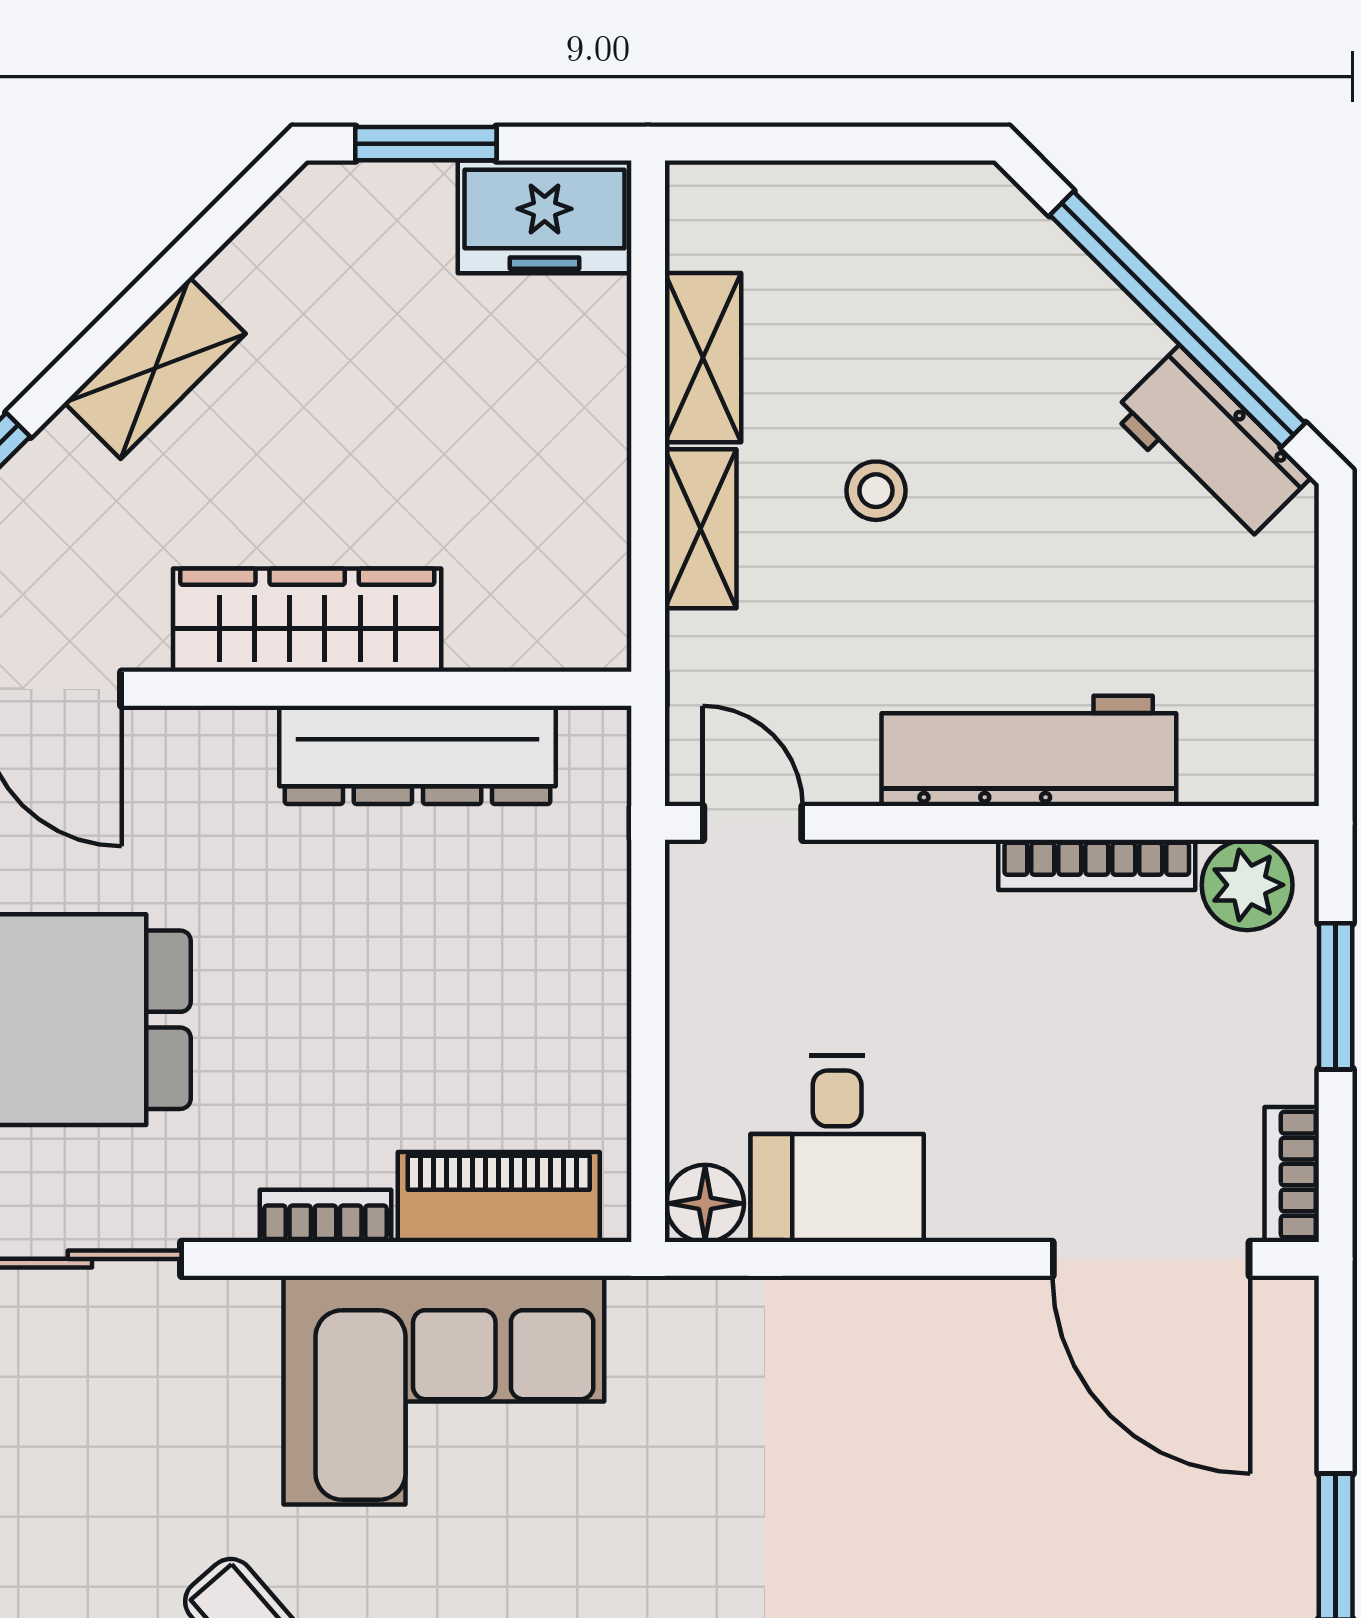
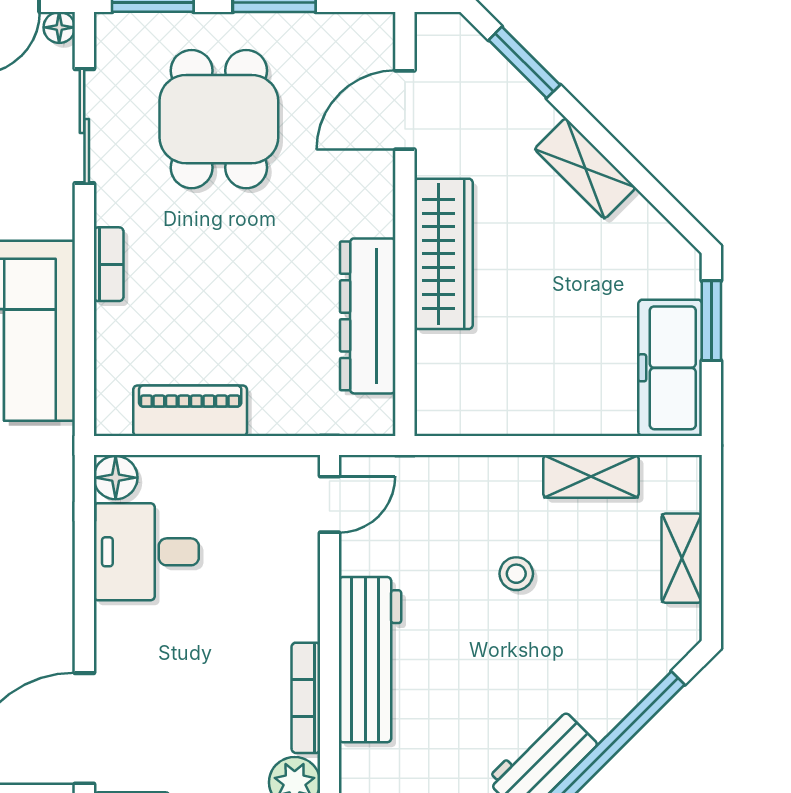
freezer: (545, 217) -> (670, 368), width x1.40
shelving: (701, 529) -> (682, 558), moved, turned 90
piano: (499, 1197) -> (190, 411), moved, turned -90

